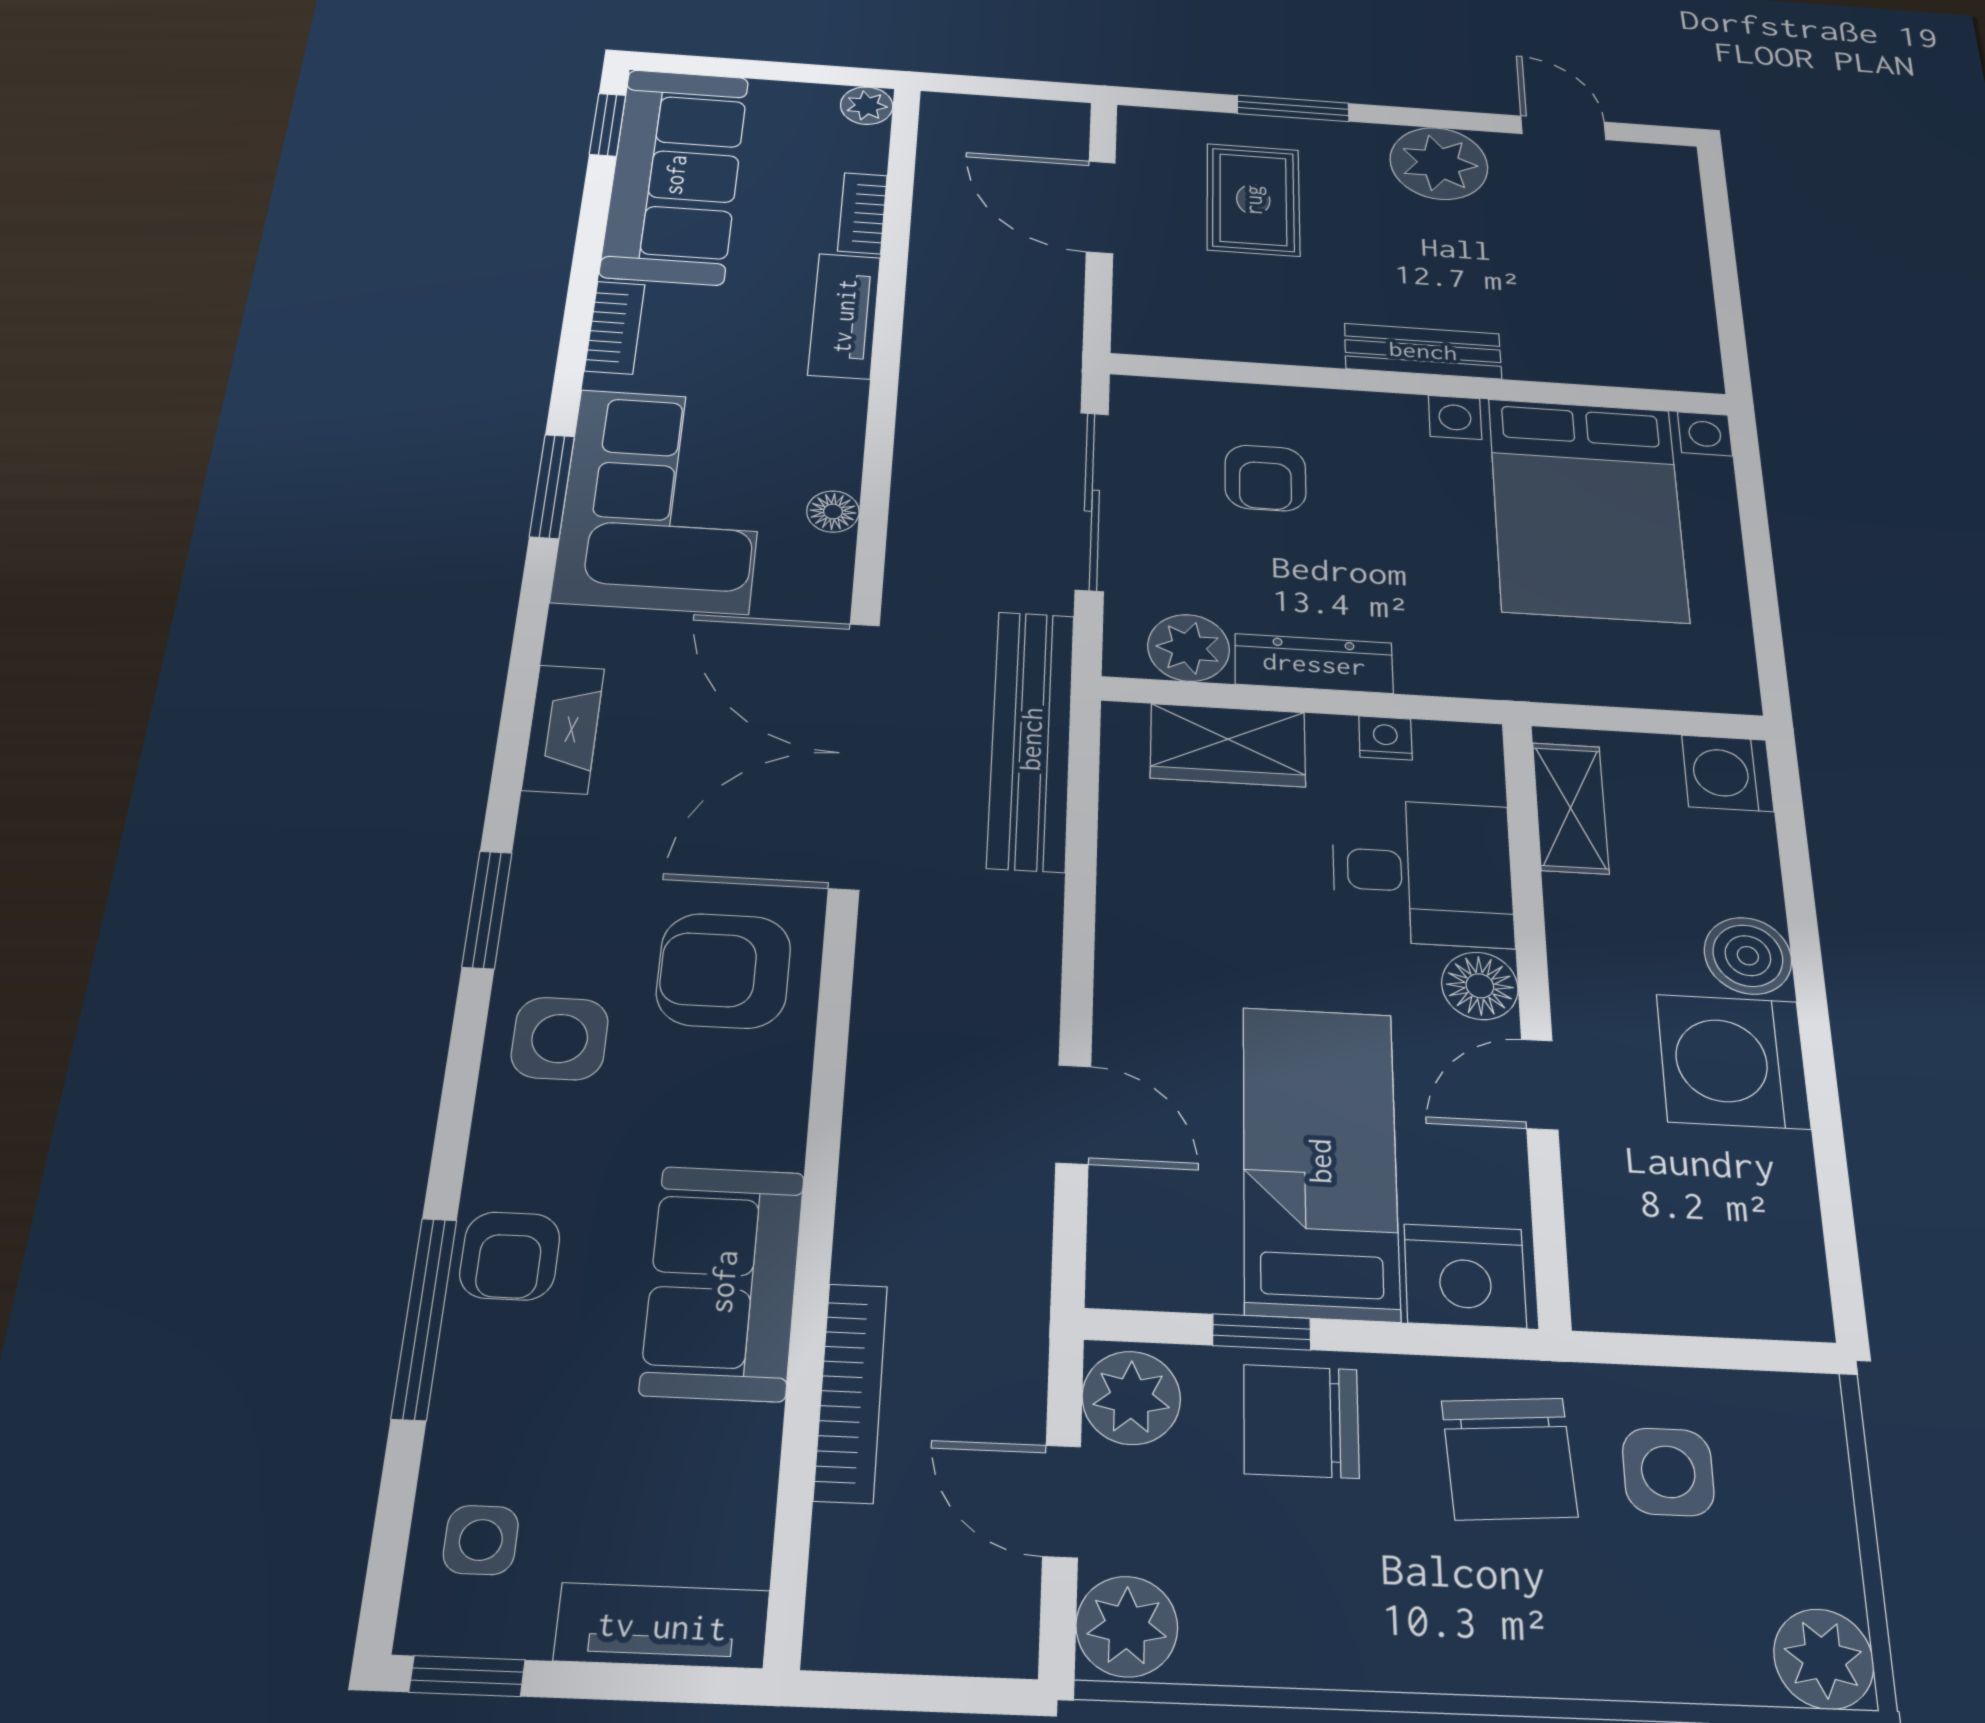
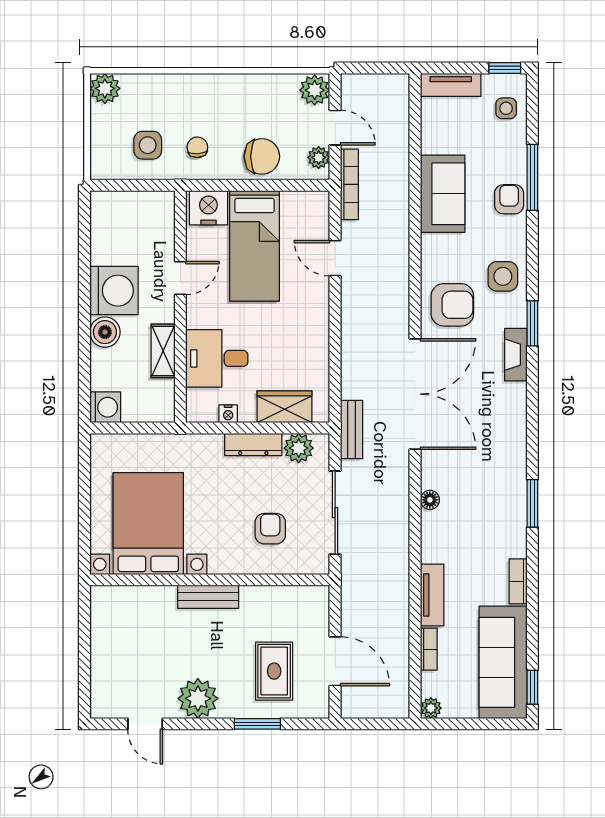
corner sofa: (663, 500) -> (492, 500), removed
fireplace: (563, 729) -> (516, 355), moved
bench: (1031, 739) -> (352, 430), width x0.54, depth x0.82
shelving: (1571, 808) -> (163, 351), moved
floor lamp: (1480, 986) -> (199, 314), removed
window: (1262, 1332) -> (274, 185), removed
bookcase: (851, 1392) -> (349, 184), moved, turned 180
plant: (1131, 1398) -> (319, 157), width x0.73, depth x0.73
chair: (1509, 1459) -> (197, 147), width x0.54, depth x0.54

